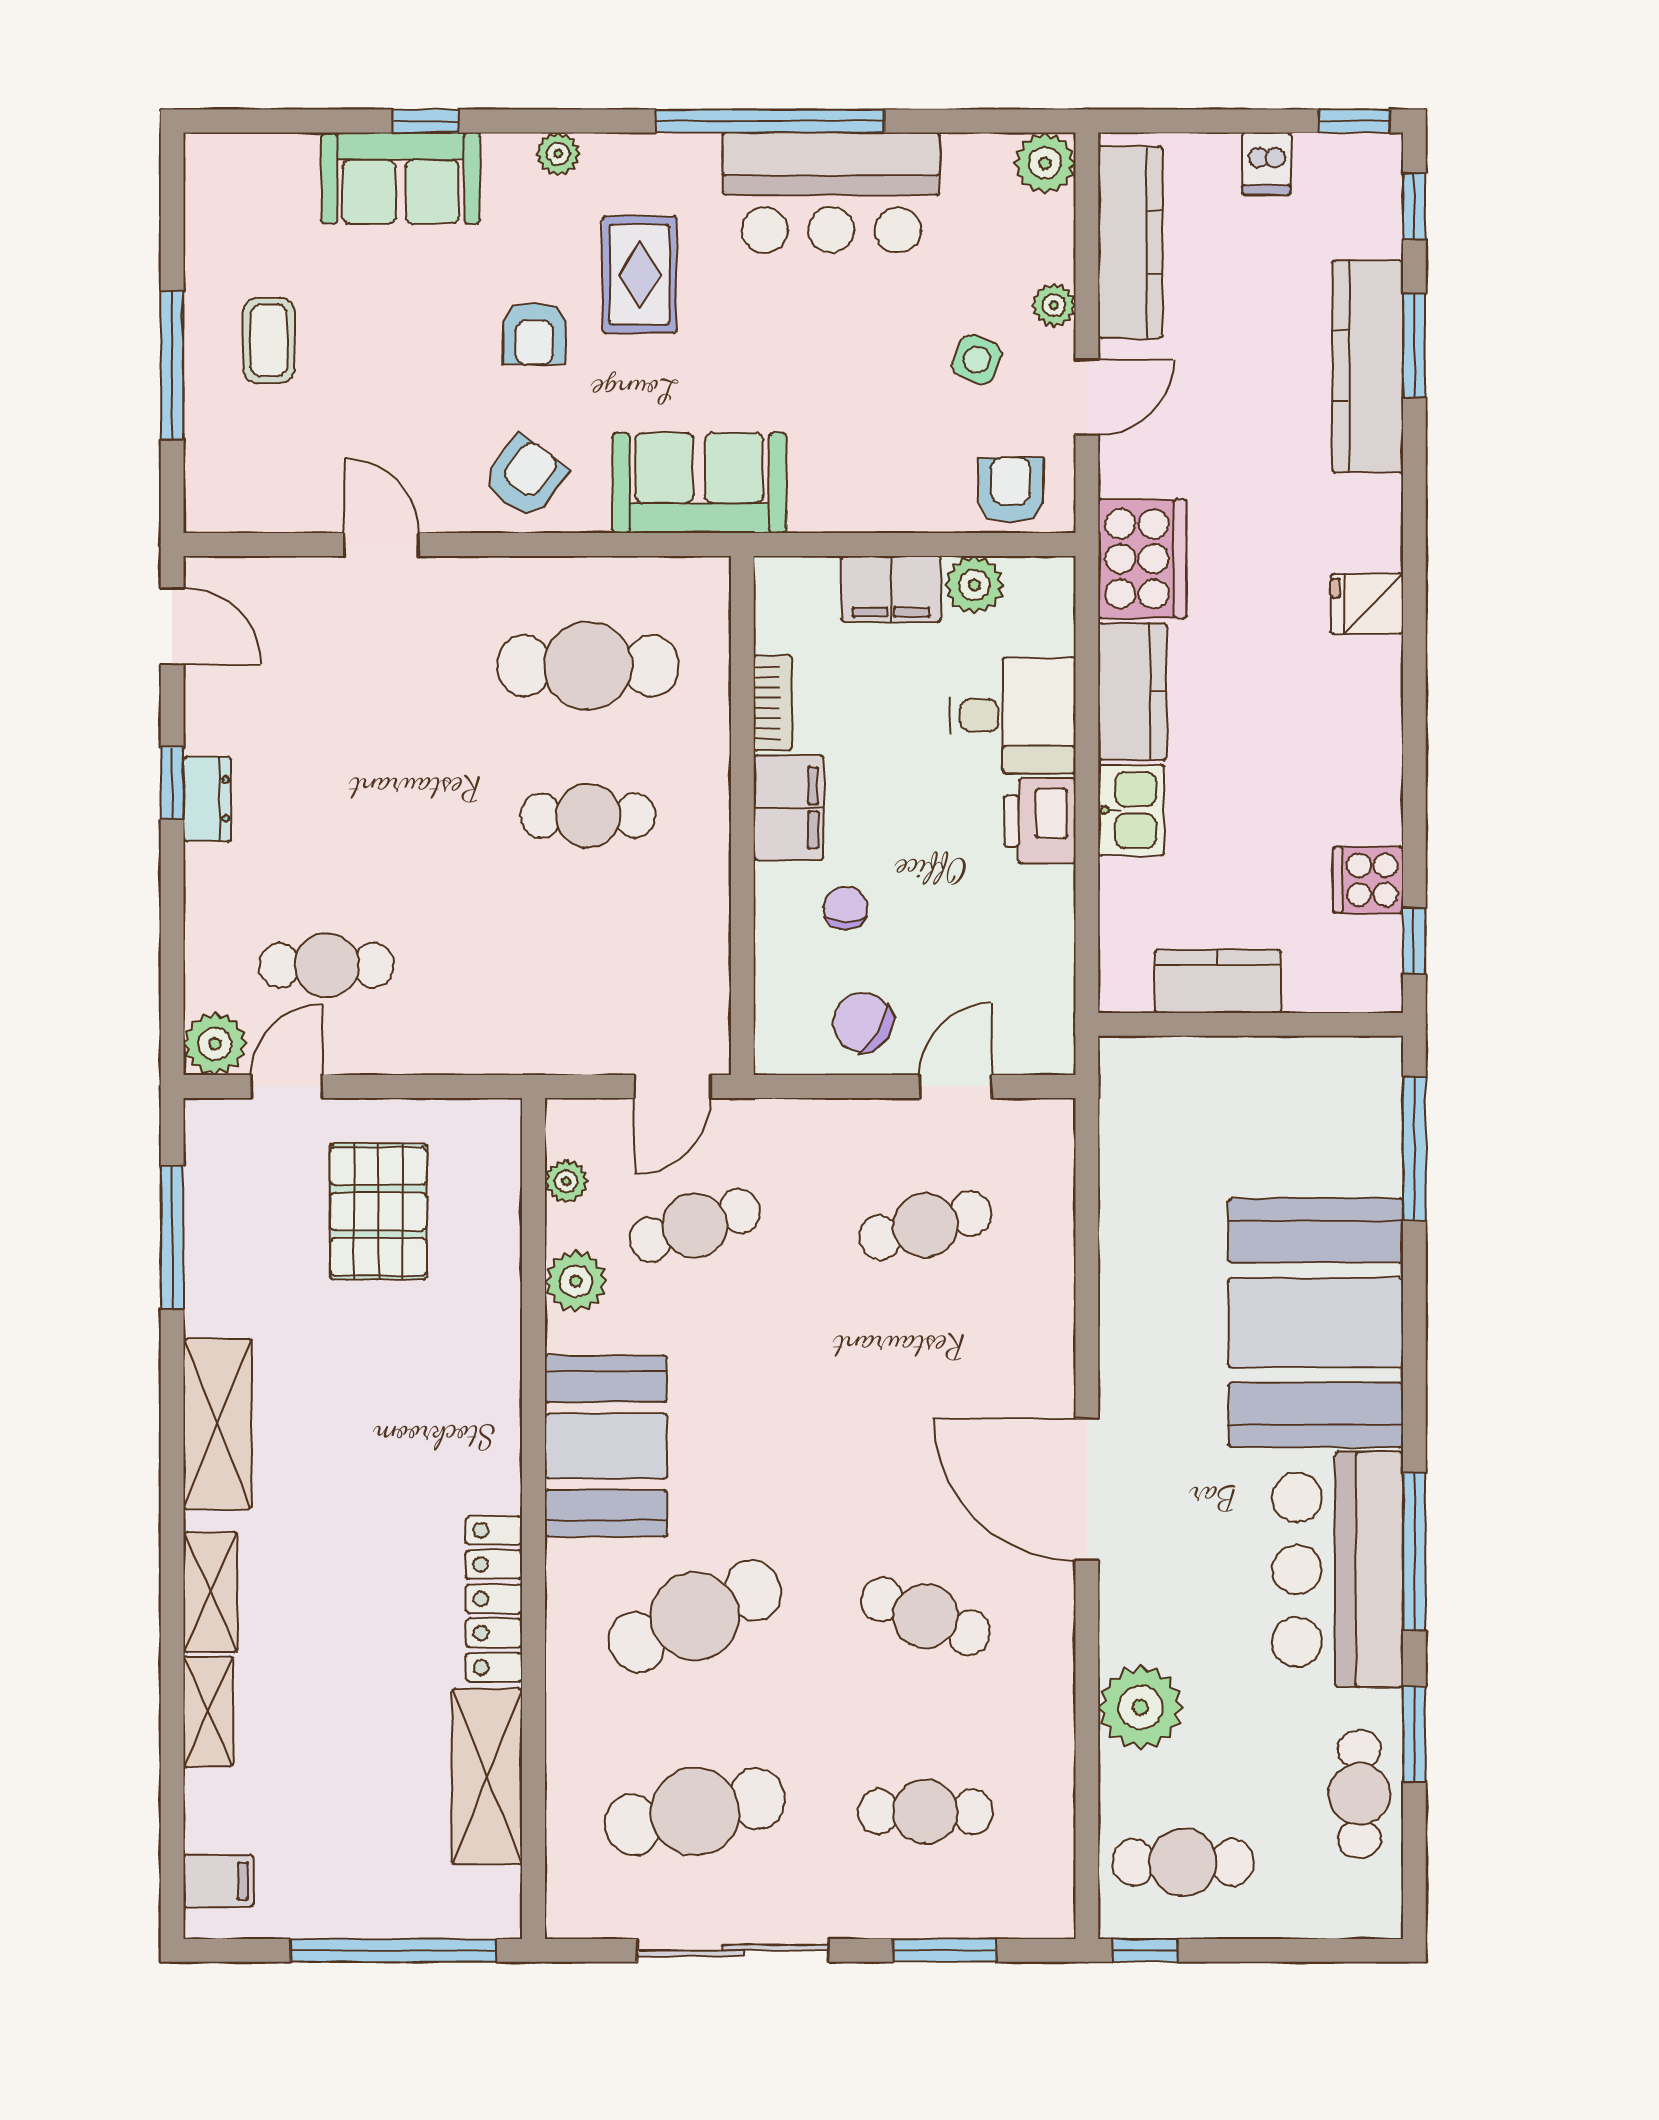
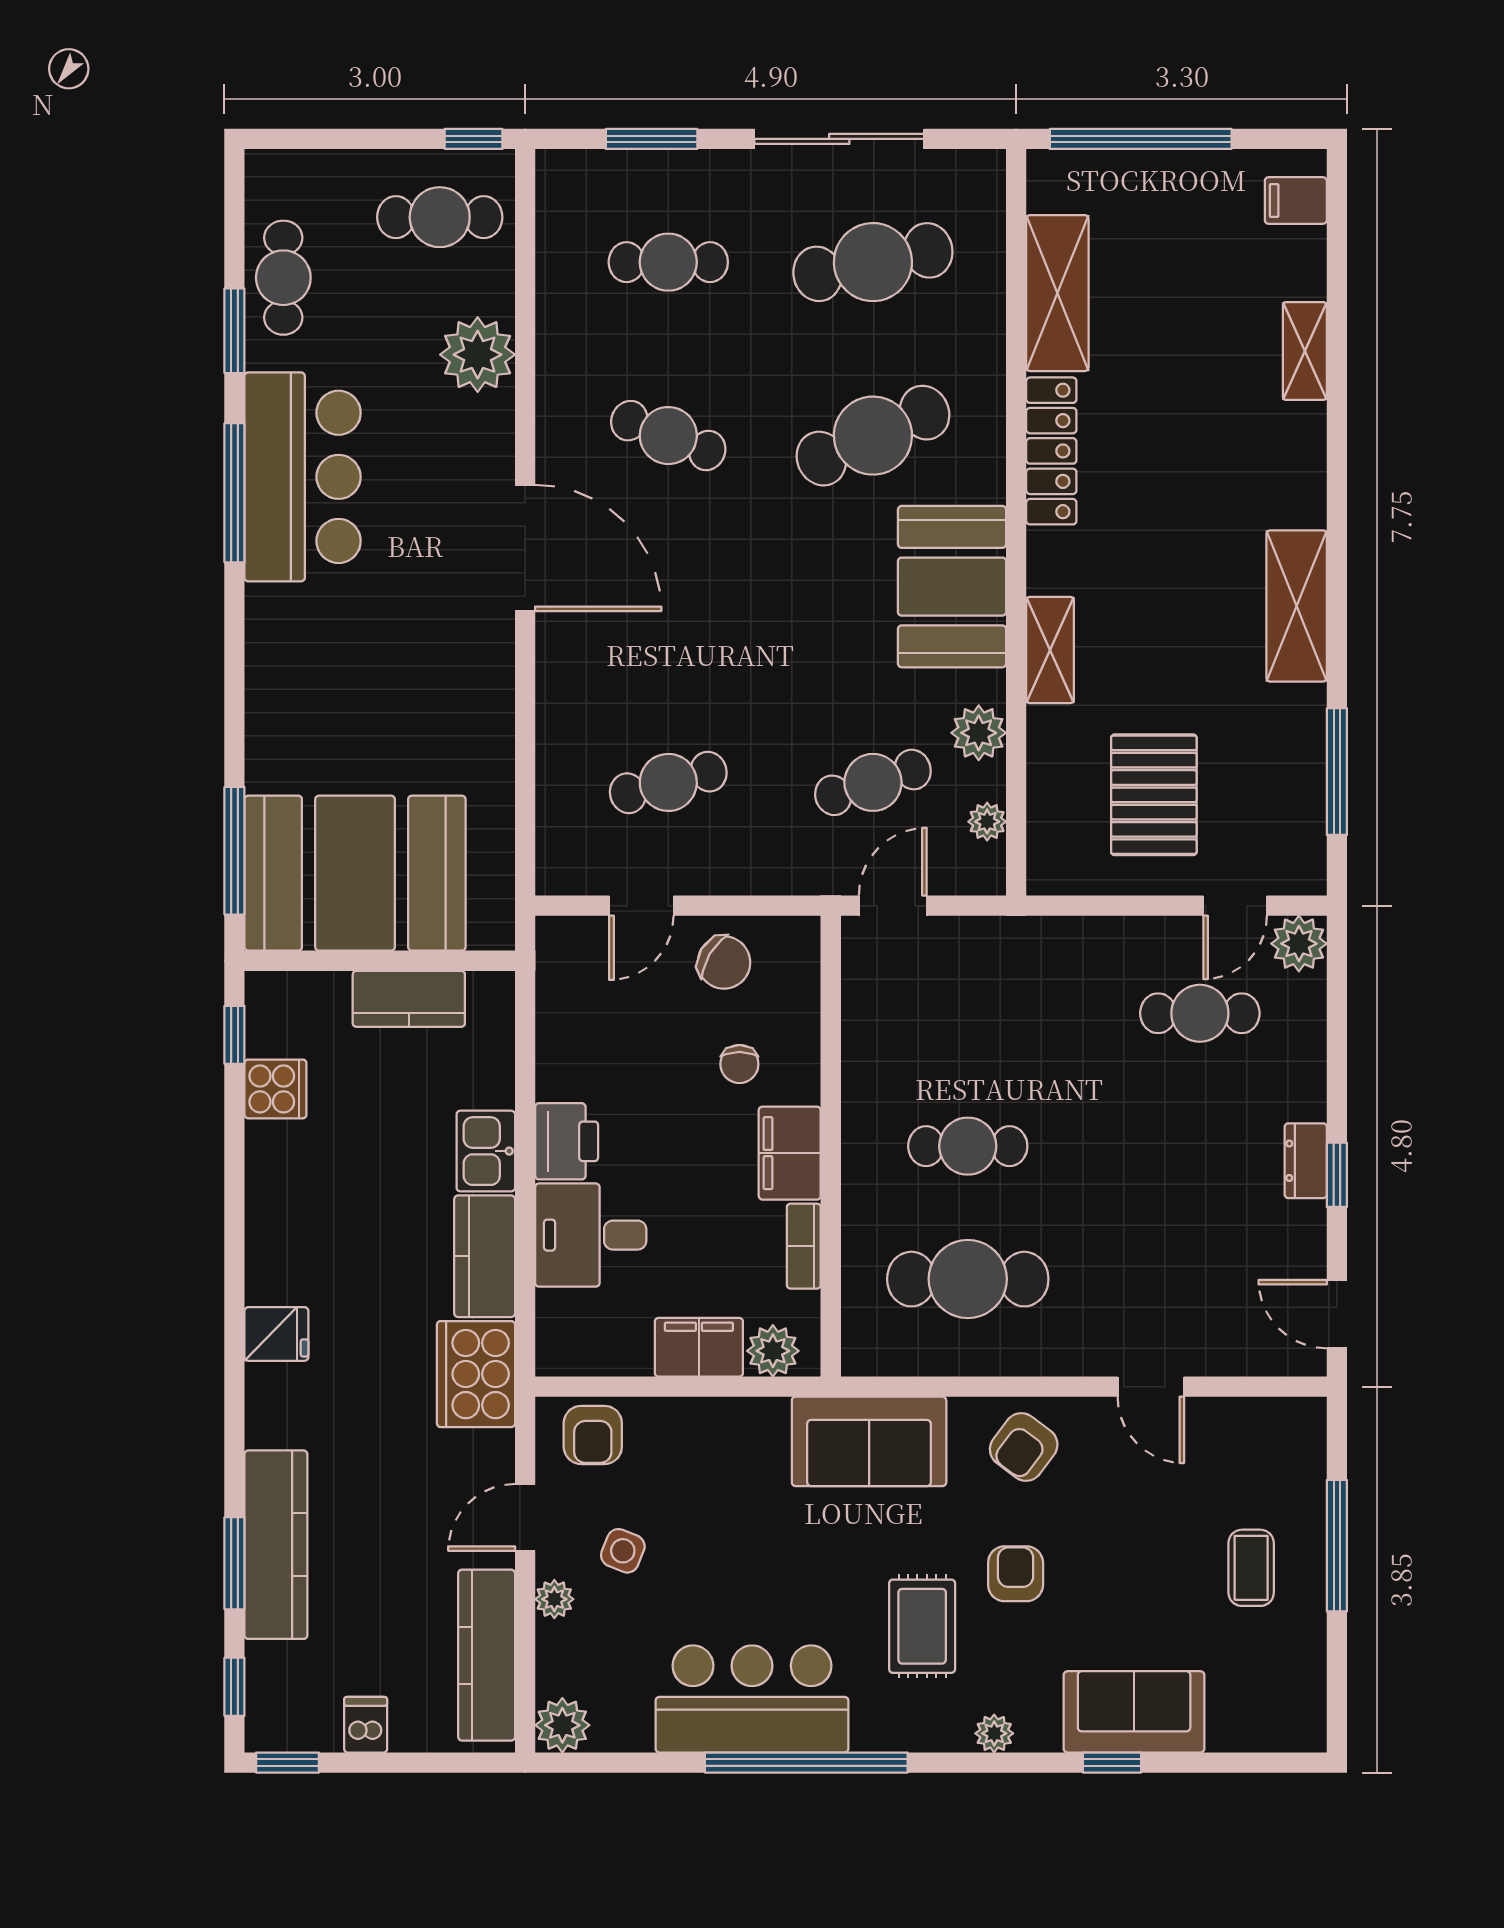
plant: (974, 585) -> (773, 1351), moved
booth: (1316, 1323) -> (355, 873), moved, turned 90
shelving: (210, 1592) -> (1050, 650), moved

